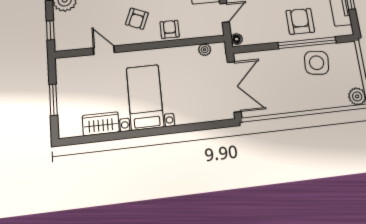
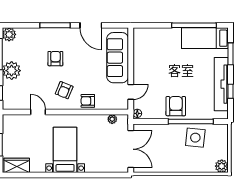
armchair: (300, 21) -> (176, 106), moved
armchair: (170, 29) -> (88, 101), turned -90
wardrobe: (101, 124) -> (17, 165), moved

